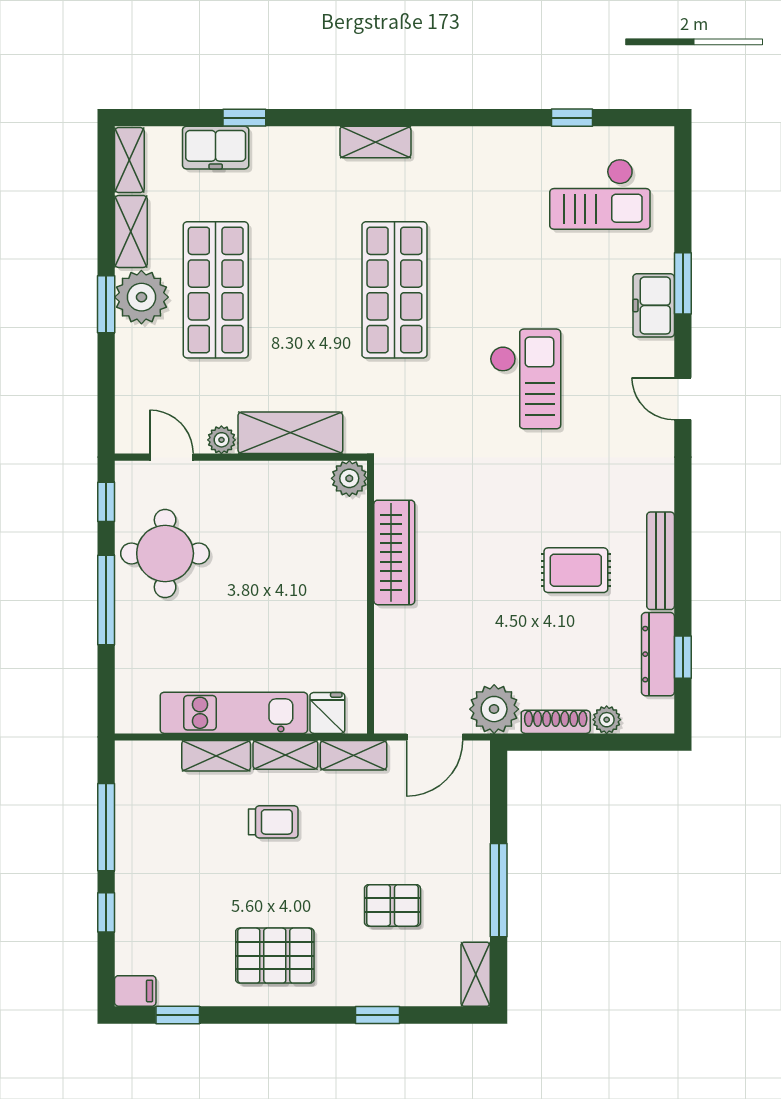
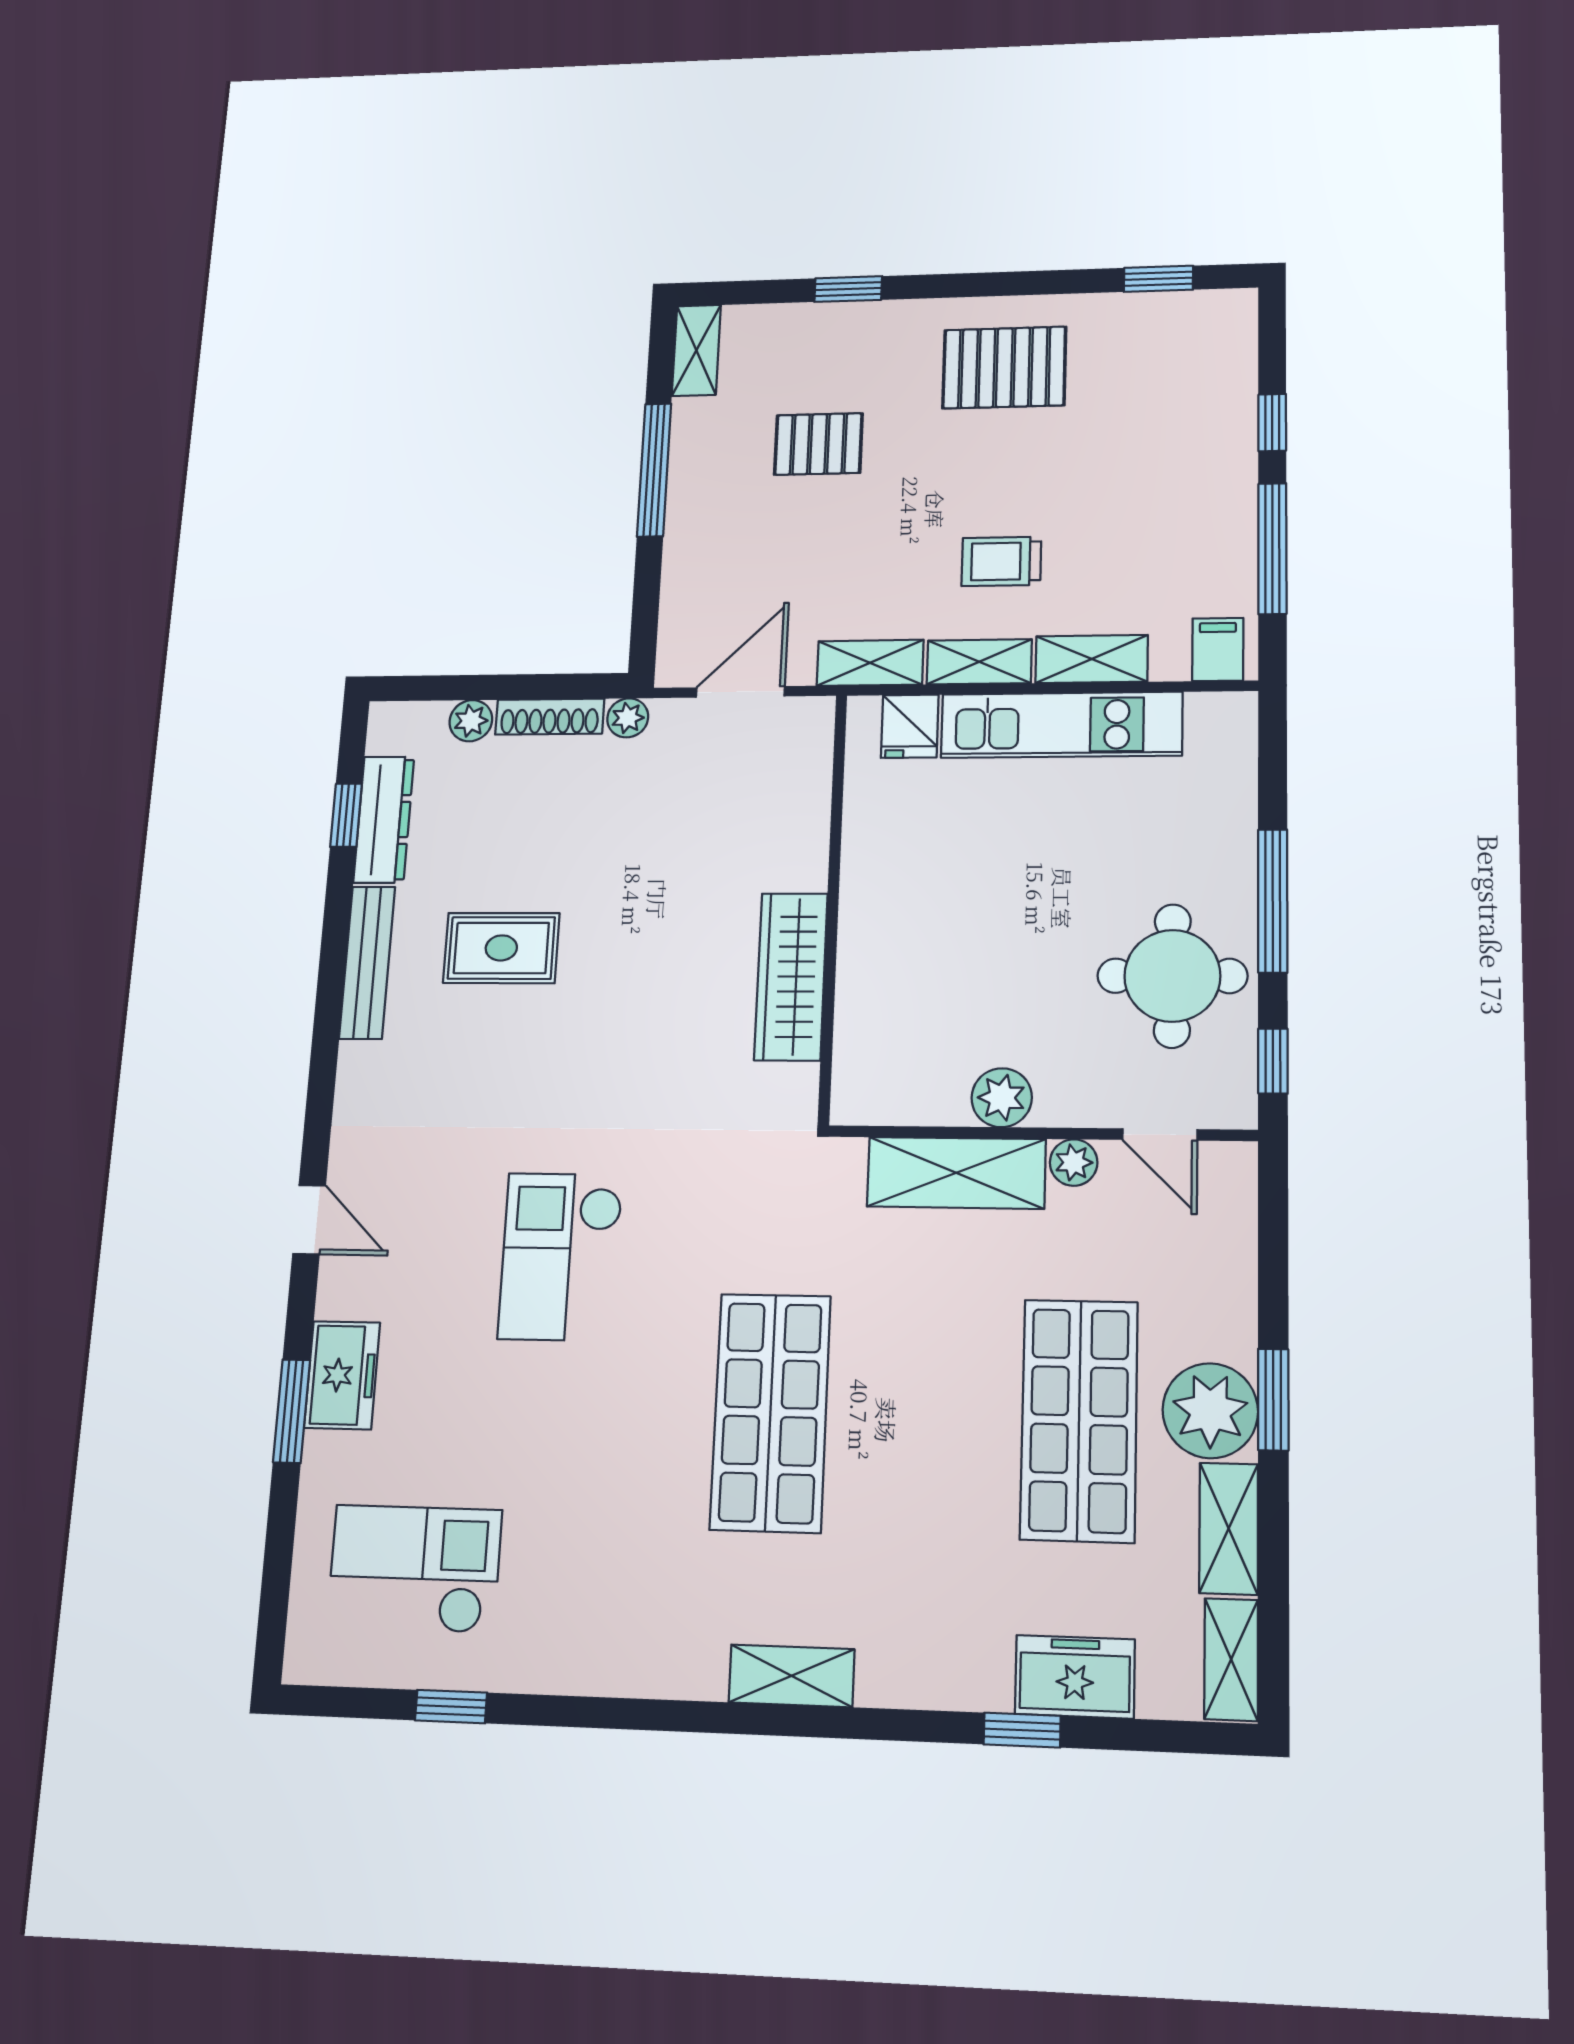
plant: (349, 478) -> (1002, 1098), moved
plant: (494, 709) -> (628, 718), width x0.53, depth x0.53
filing cabinet: (135, 991) -> (1218, 649), moved, turned 90

